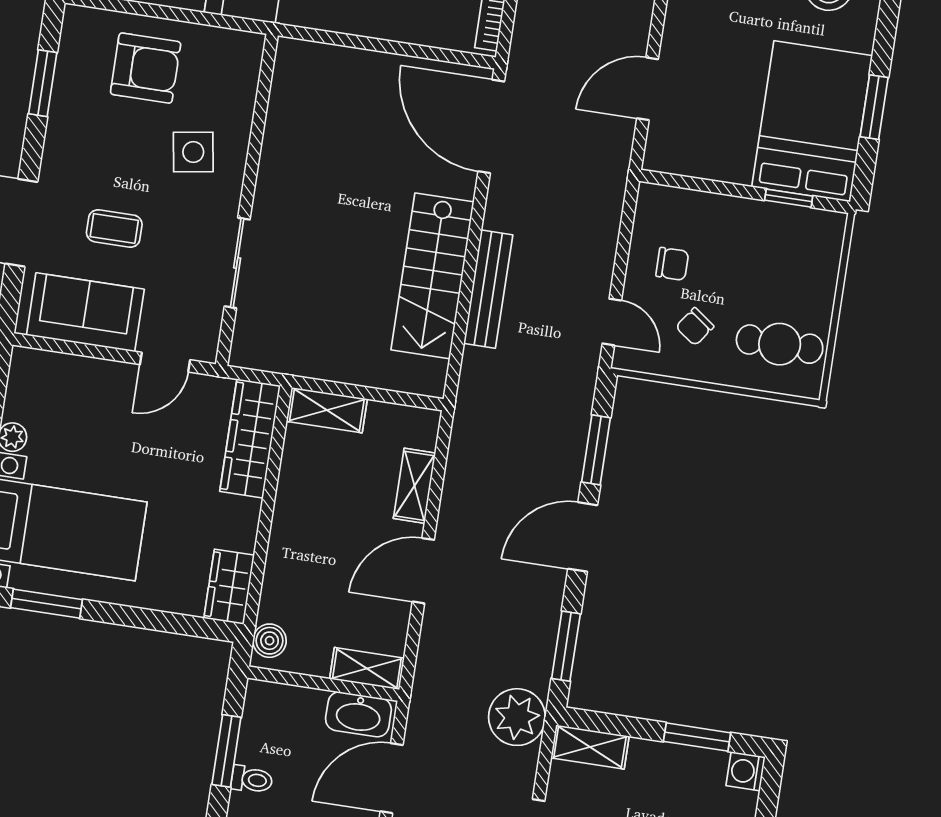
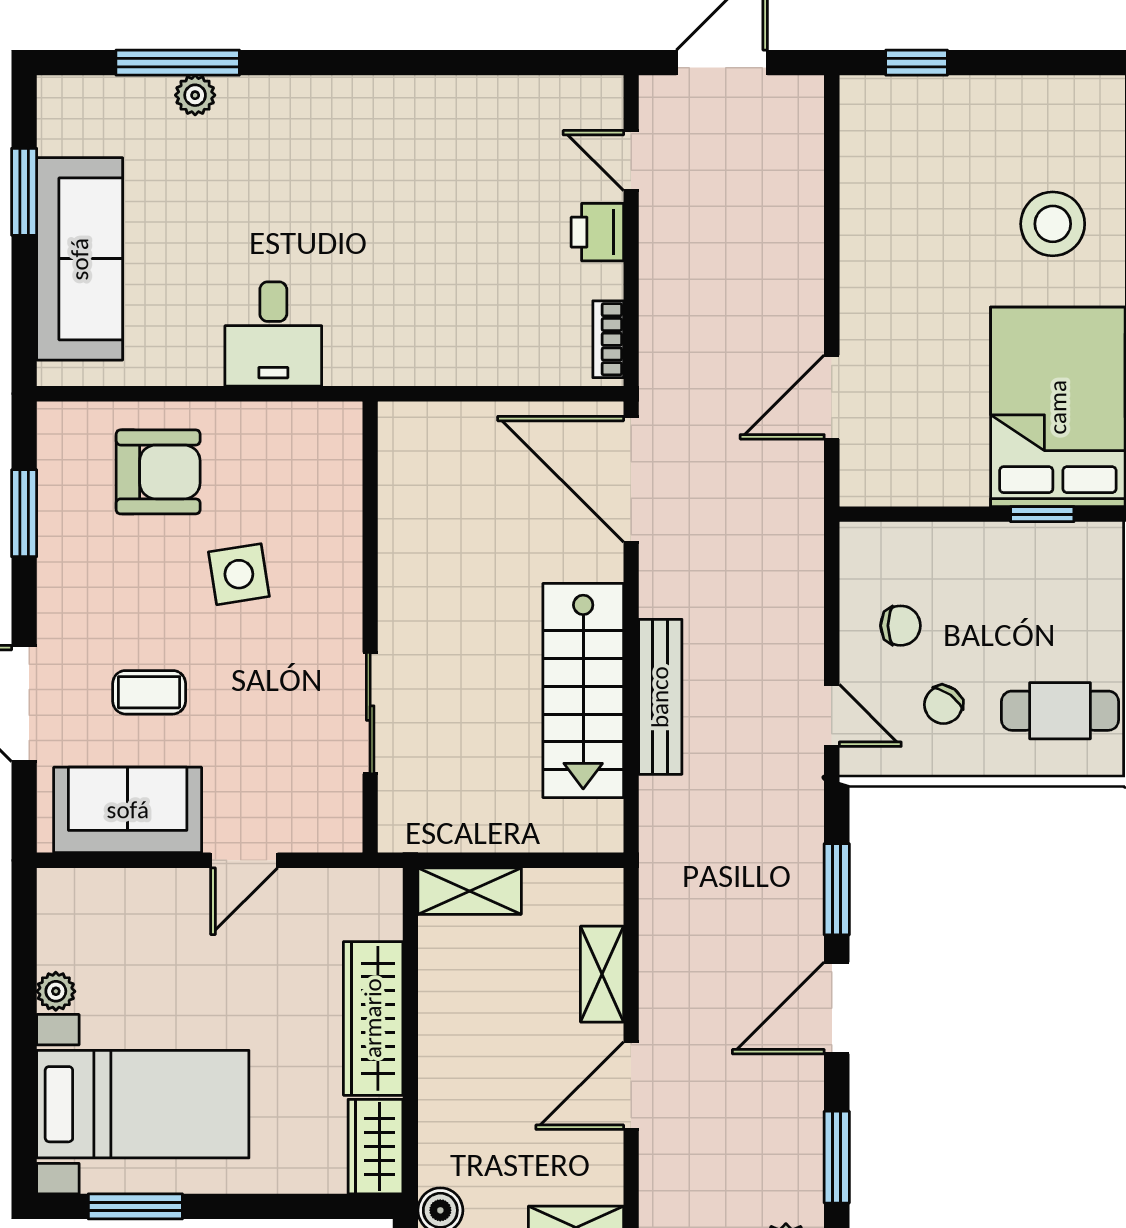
wall: (247, 200) -> (370, 627), moved
sliding door: (237, 263) -> (370, 713), moved
wardrobe: (250, 439) -> (373, 1018), moved

